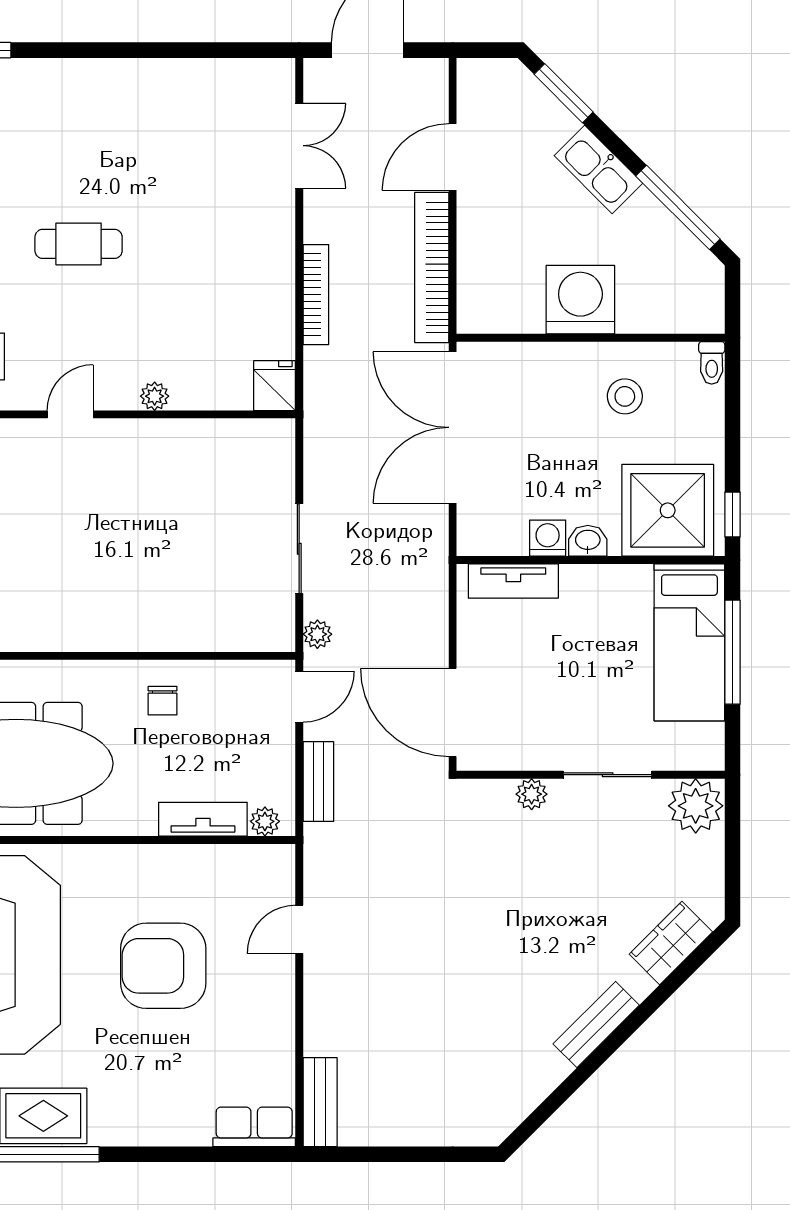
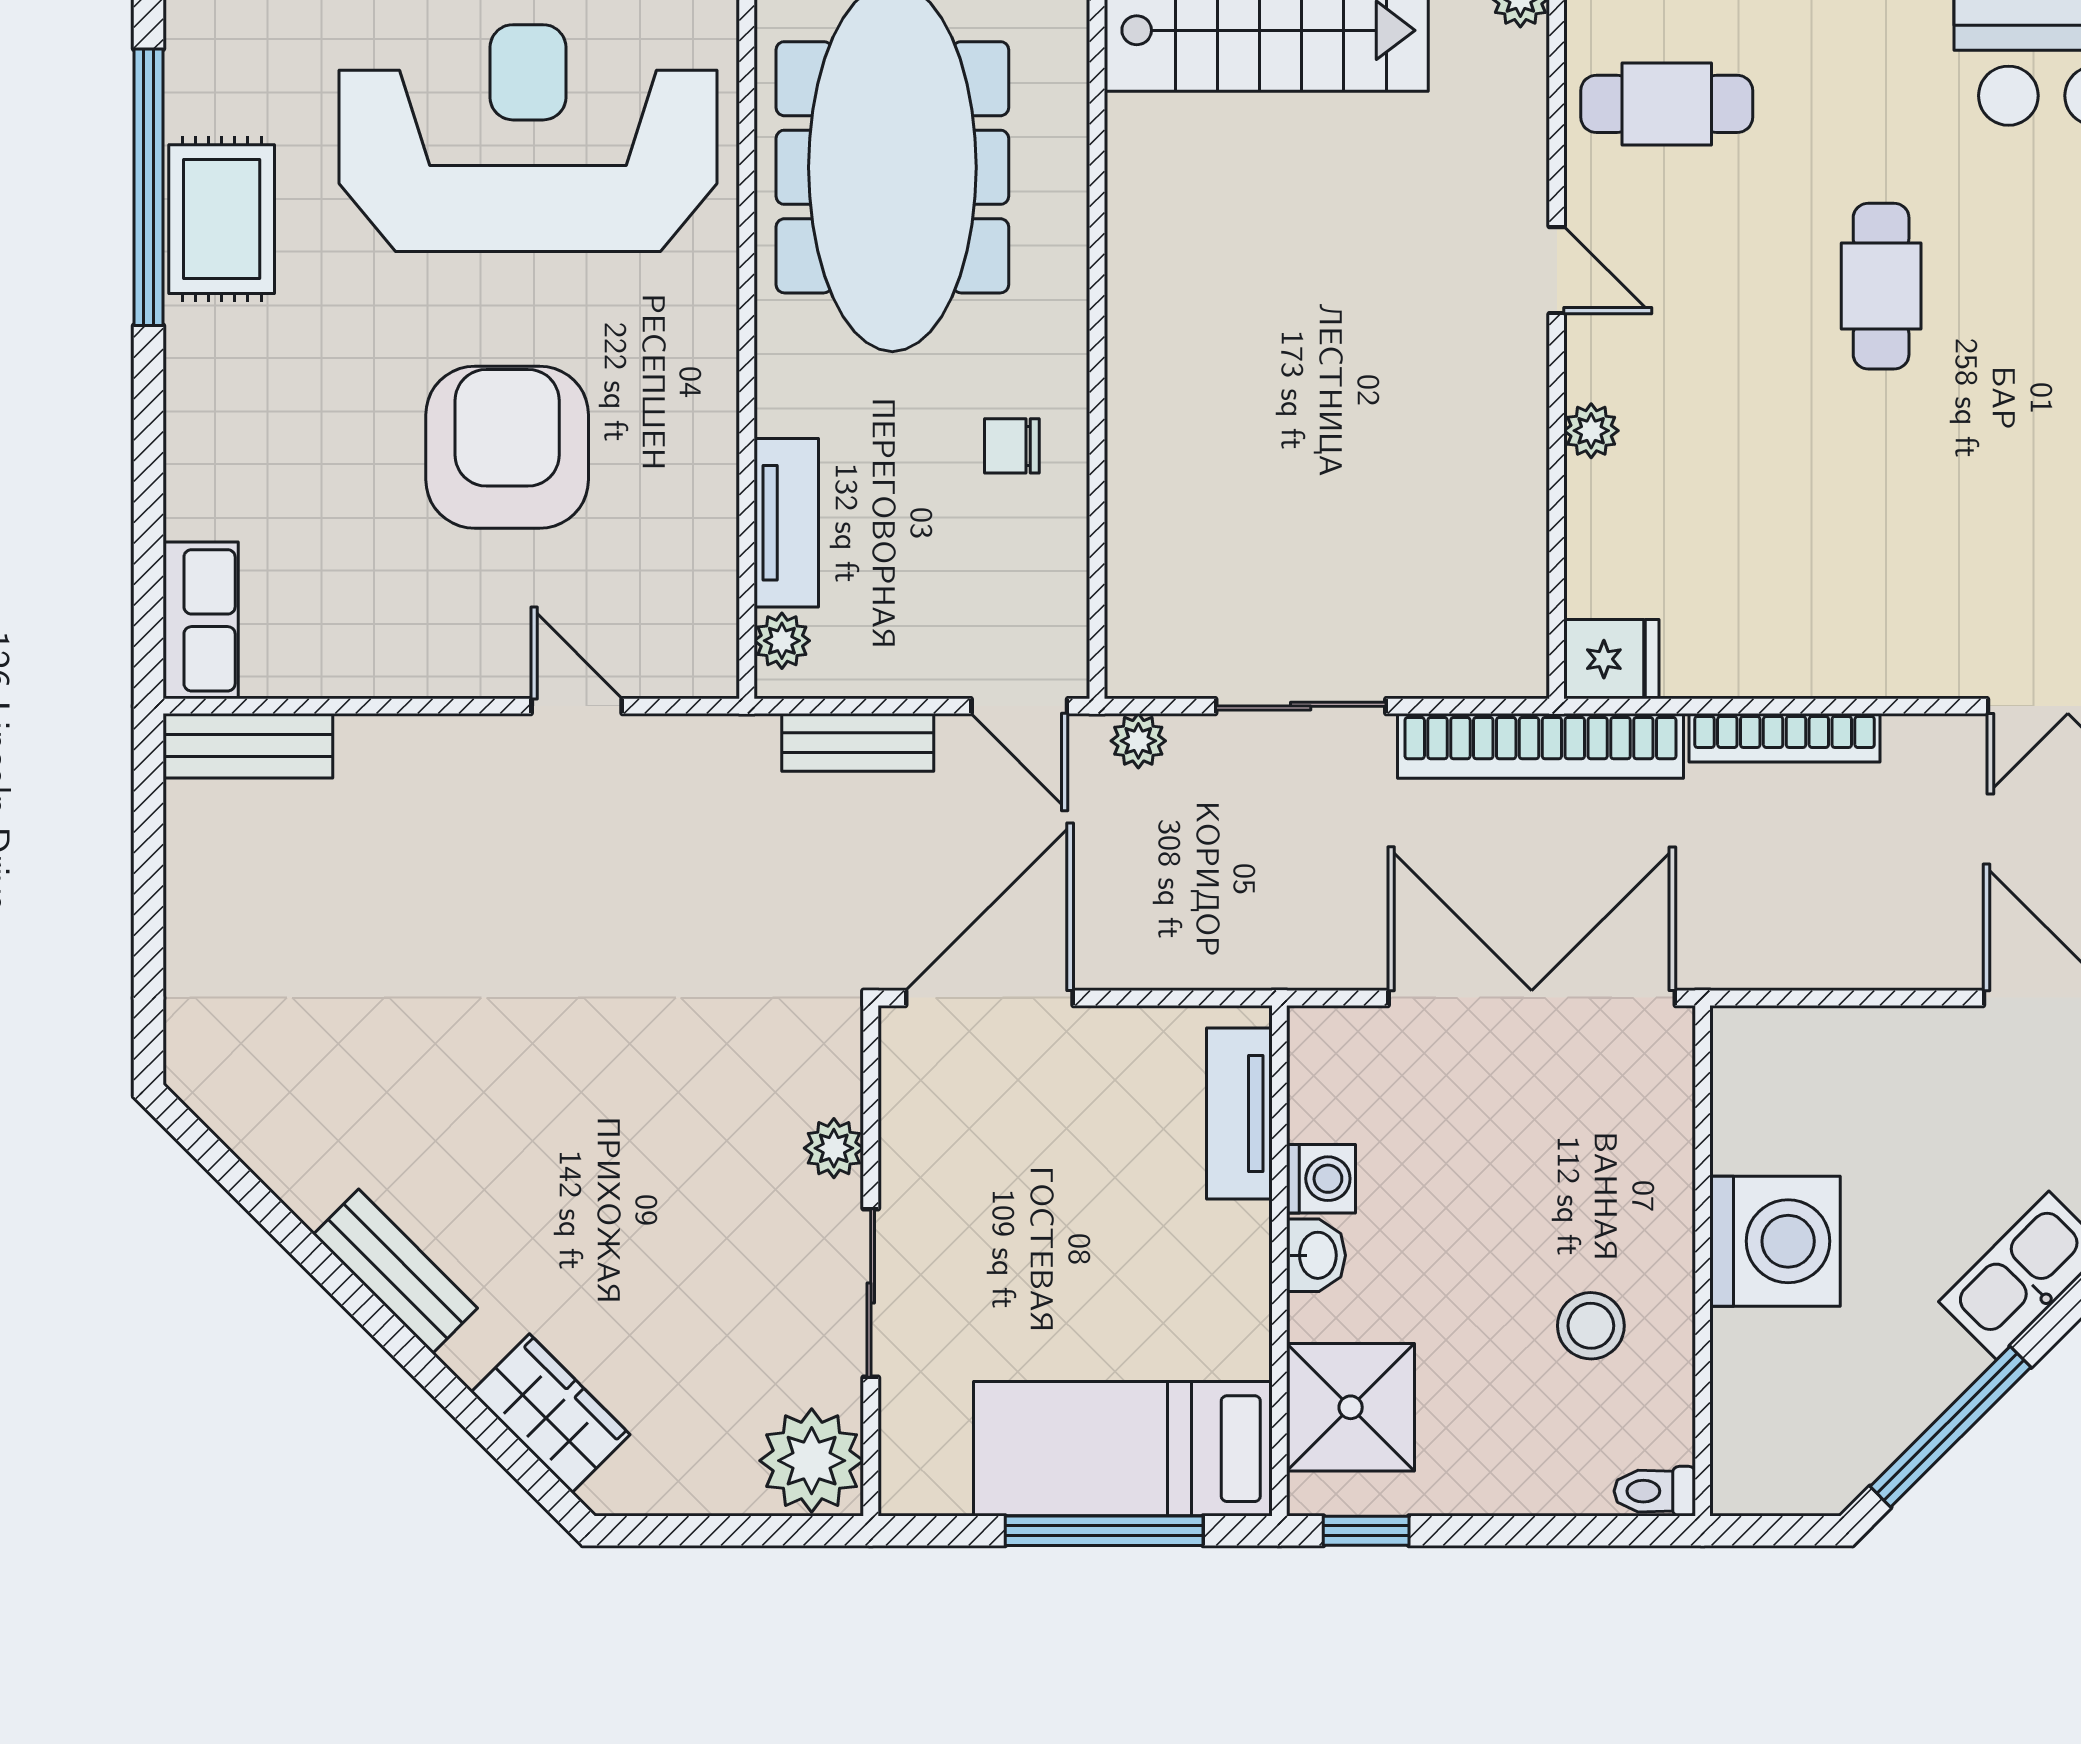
bookcase: (432, 268) -> (1540, 746), moved, turned 180
shower: (668, 510) -> (1351, 1407), width x0.73, depth x0.73

